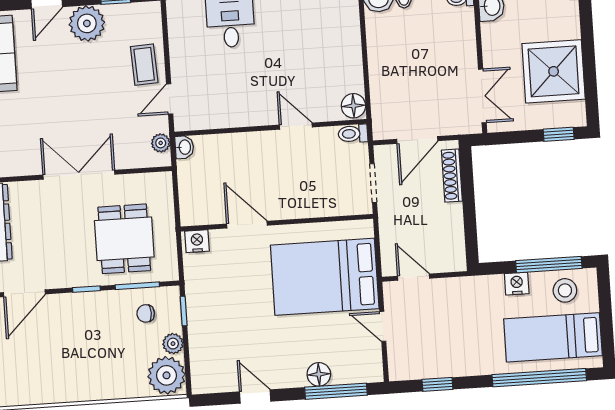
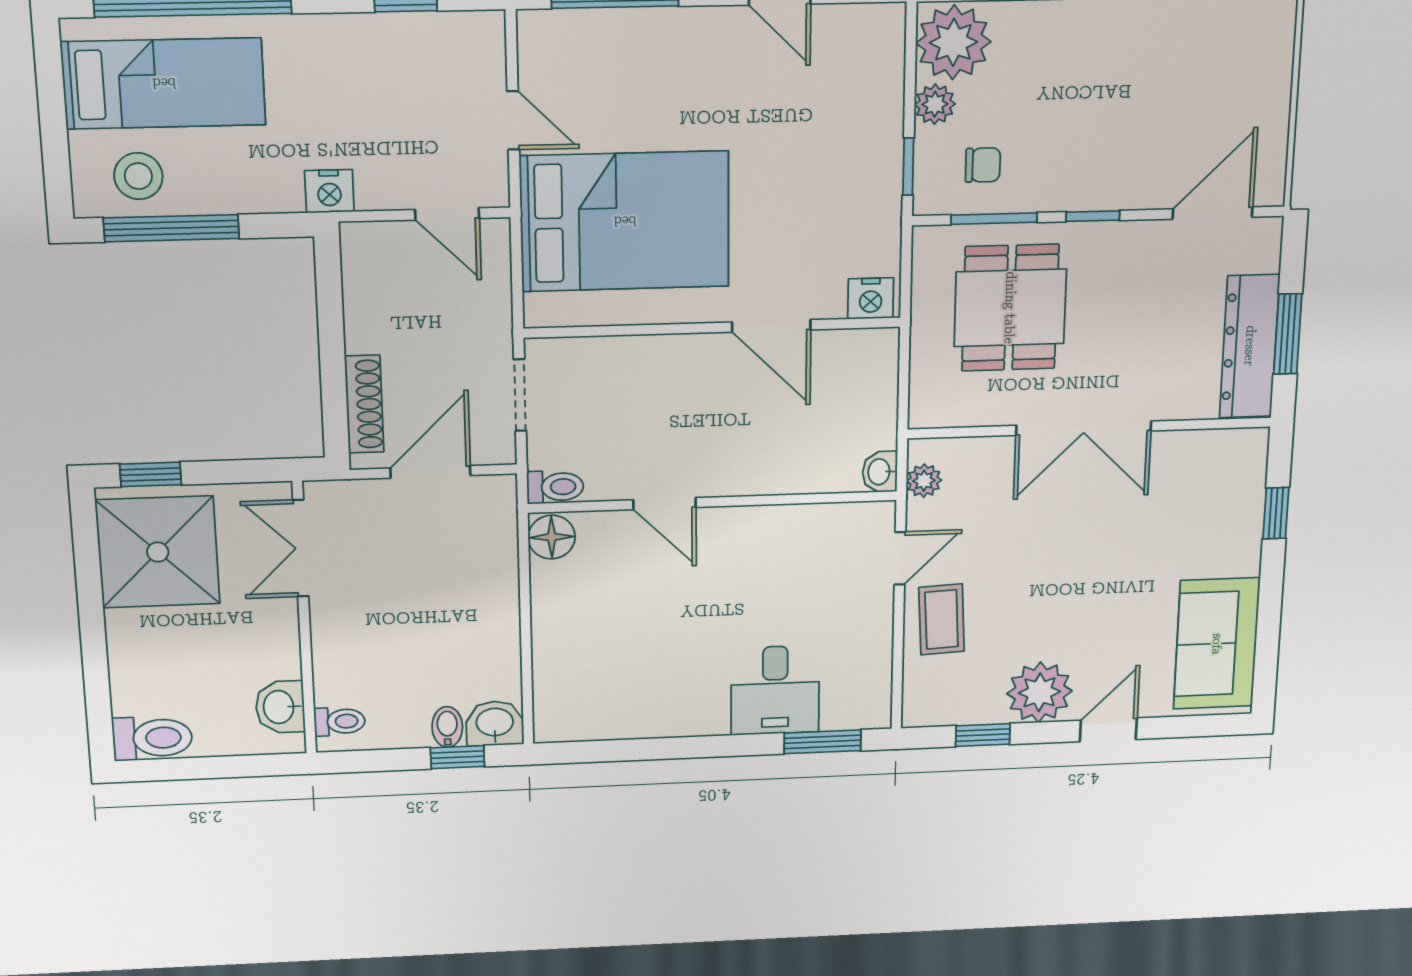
shower: (554, 71) -> (158, 552), moved
nightstand: (517, 284) -> (329, 191), moved
floor lamp: (319, 374) -> (648, 30), removed

